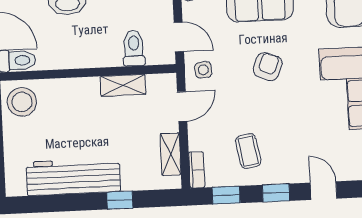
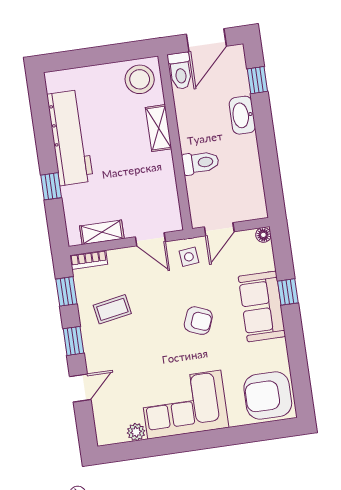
toilet: (134, 48) -> (200, 163), moved
shelving: (123, 85) -> (159, 128), moved

